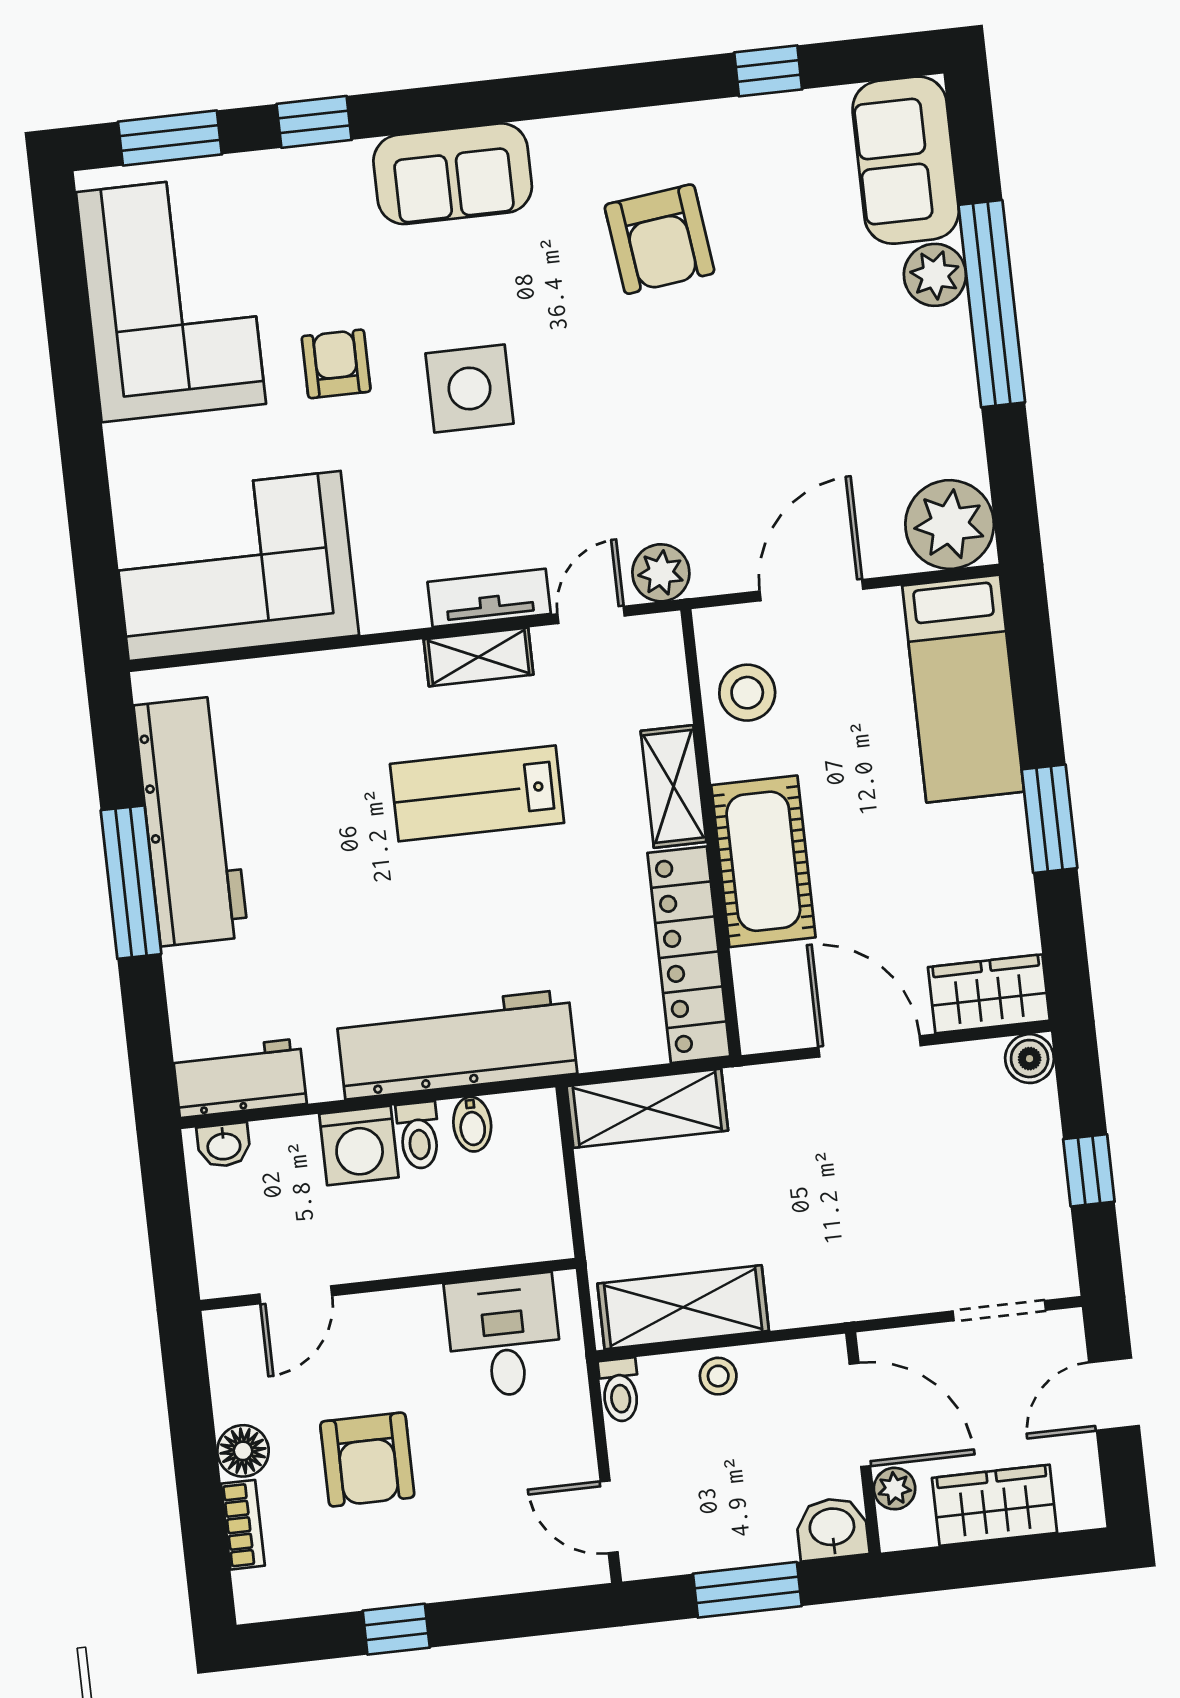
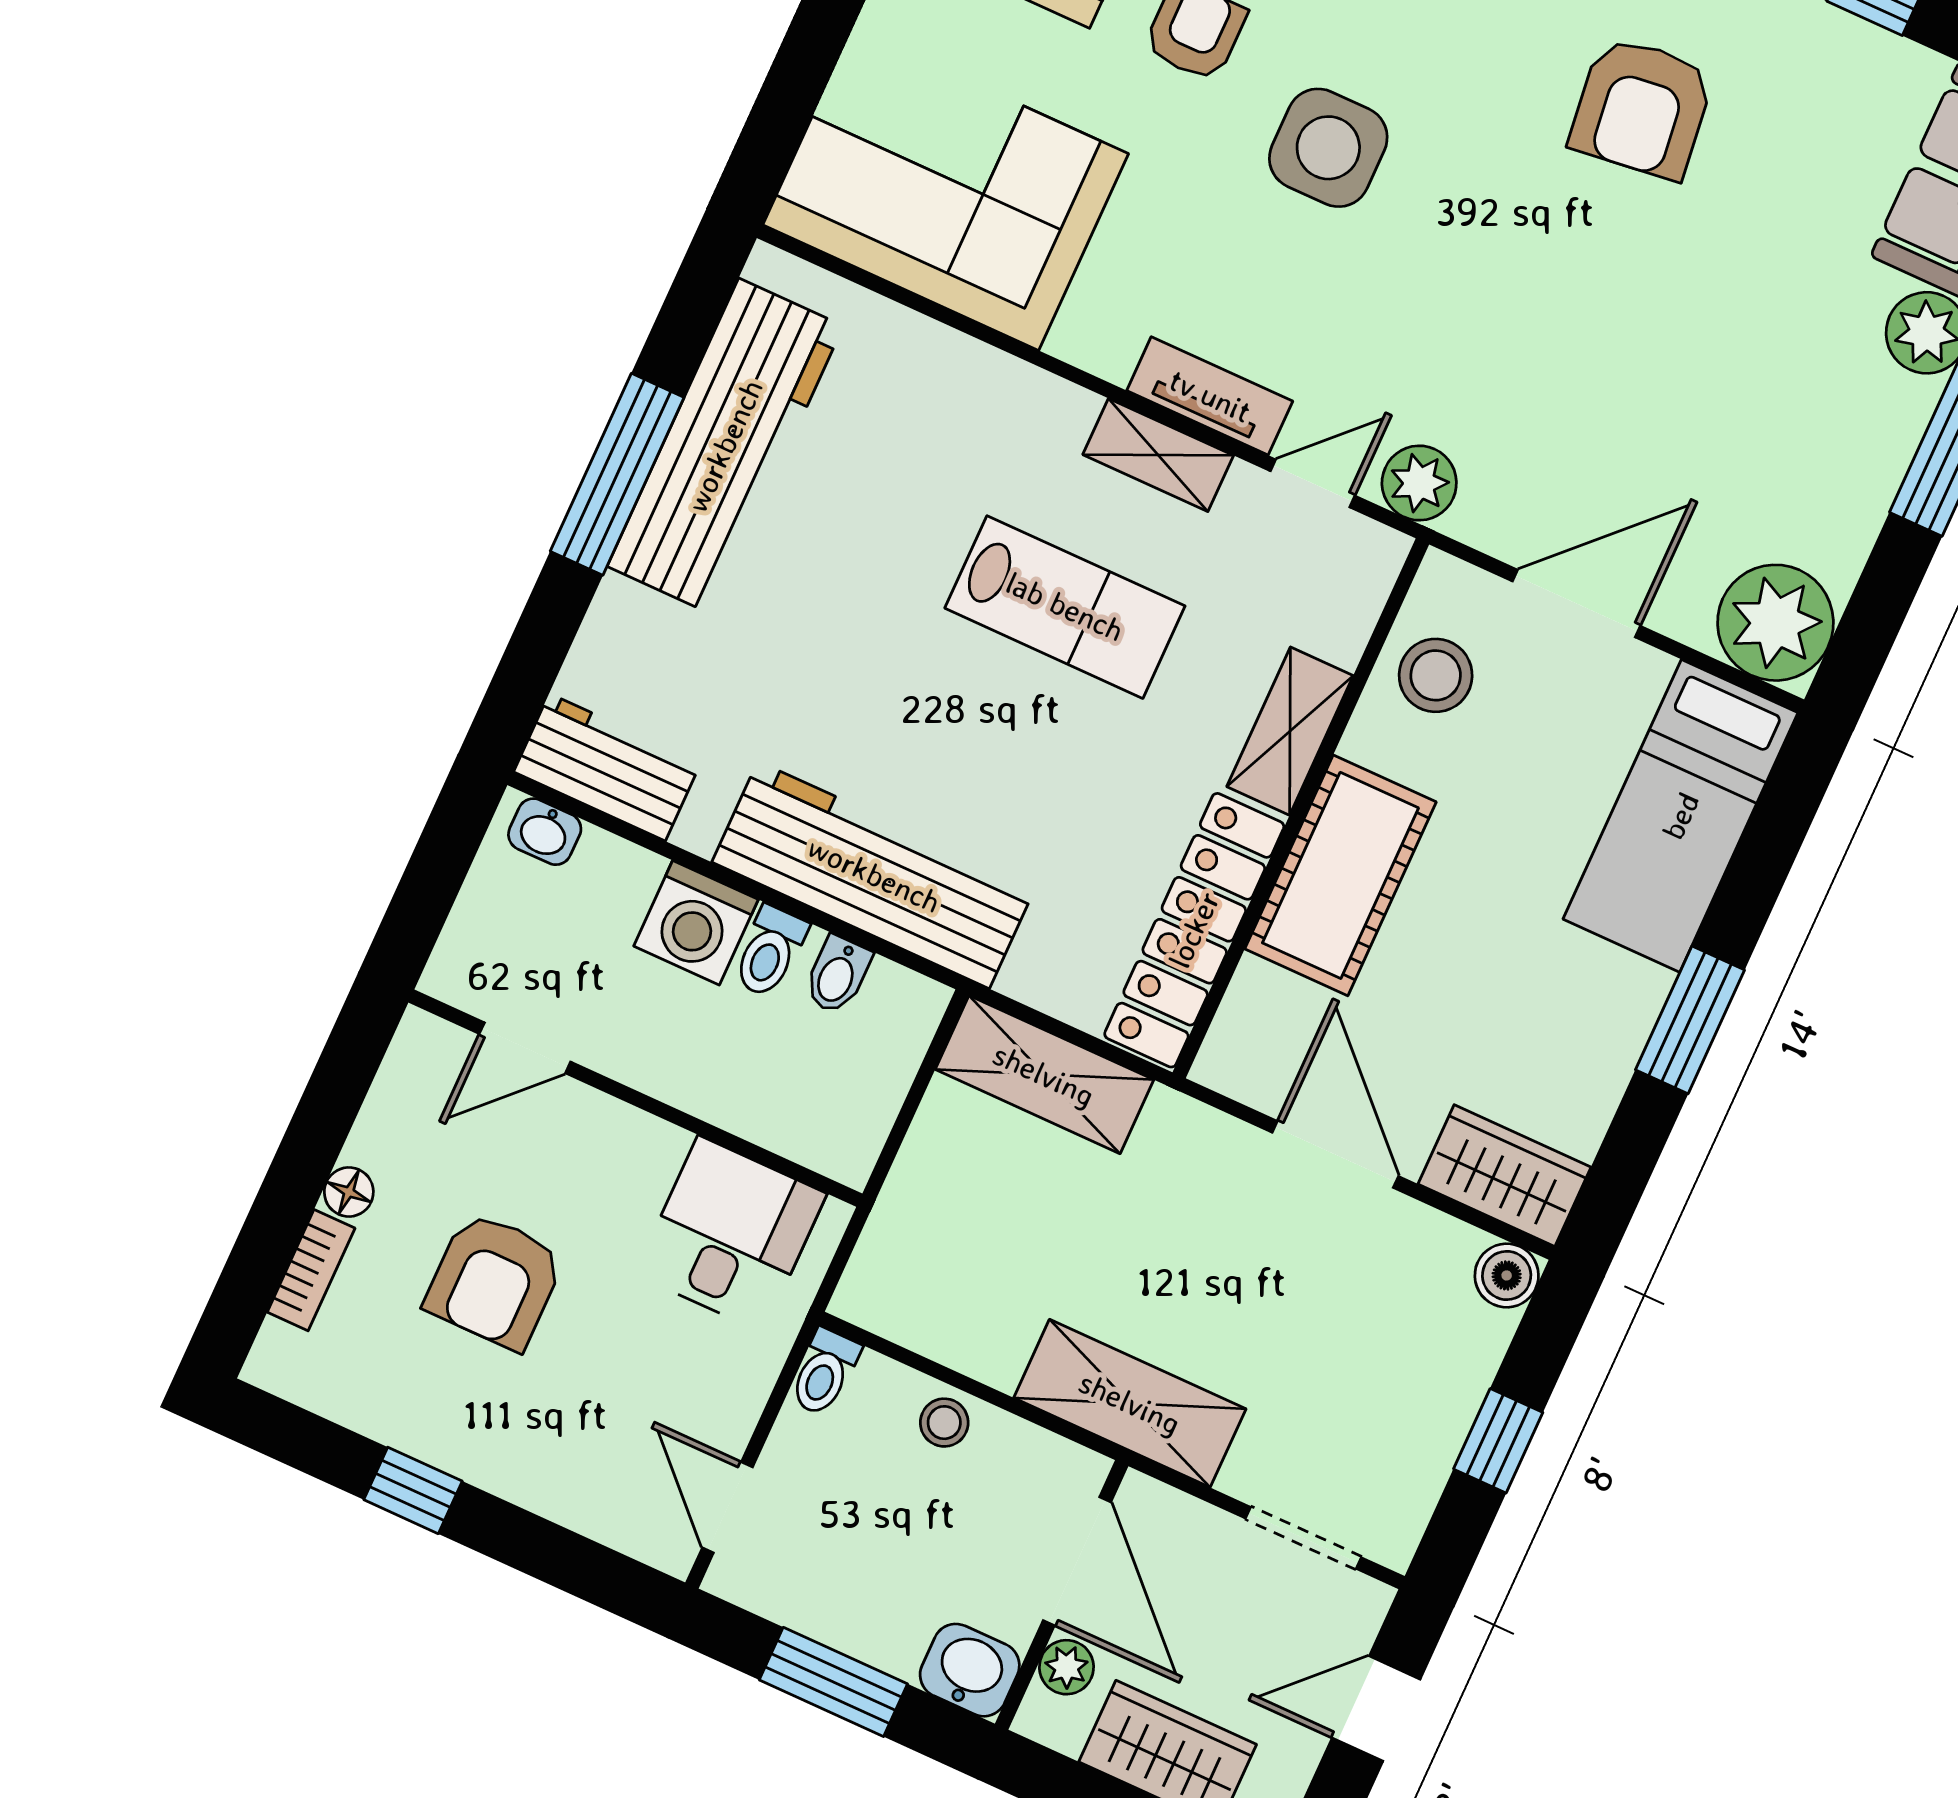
lab bench: (477, 793) -> (1065, 607), turned 180
shelving: (683, 1307) -> (1130, 1403), moved
floor lamp: (243, 1451) -> (349, 1192), width x0.73, depth x0.73

